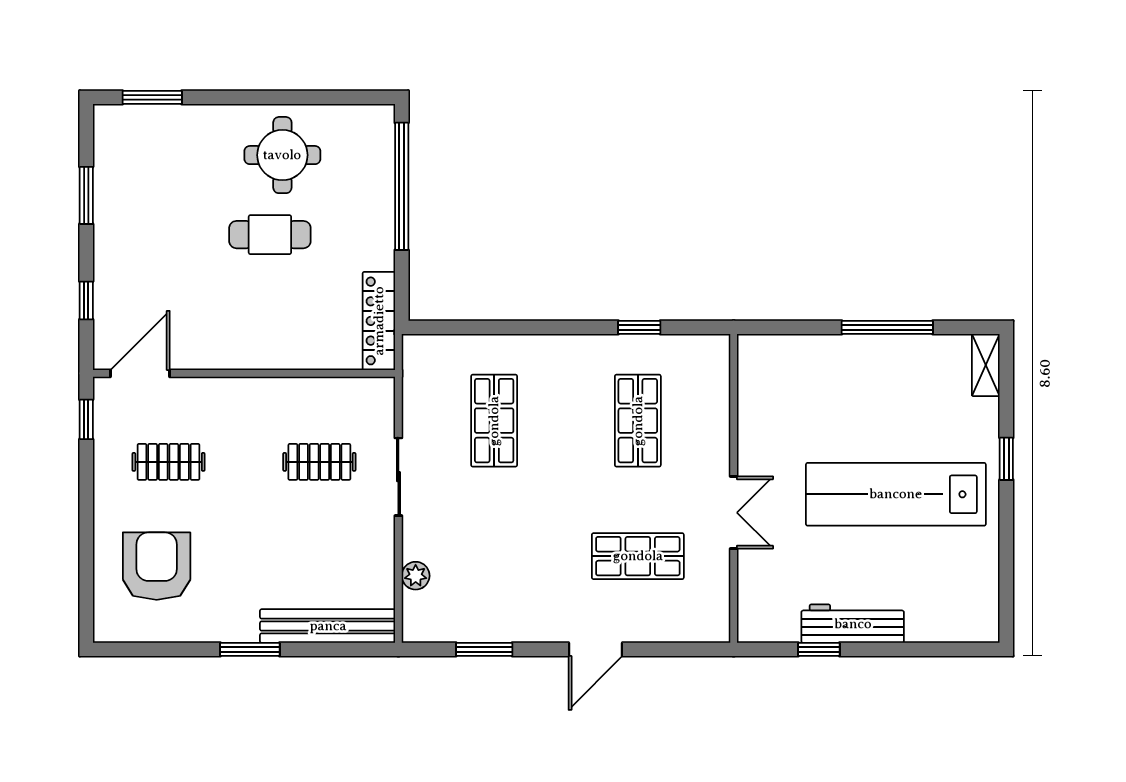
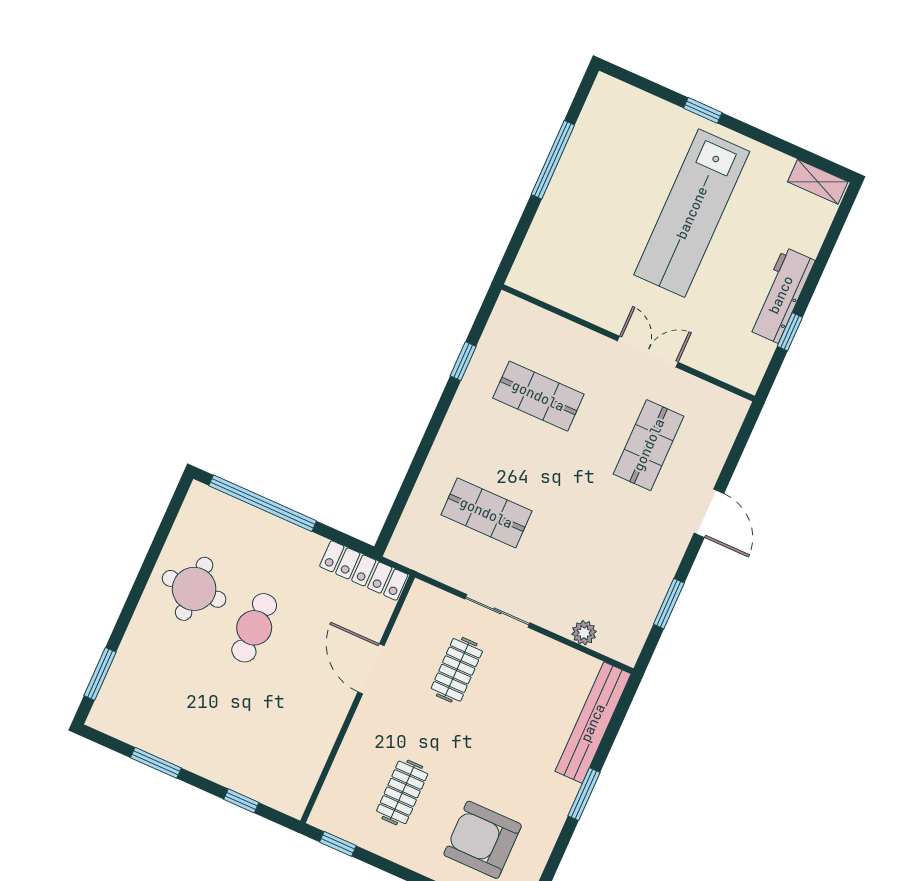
shelving: (986, 365) -> (818, 182), moved
door: (140, 373) -> (371, 669), moved

